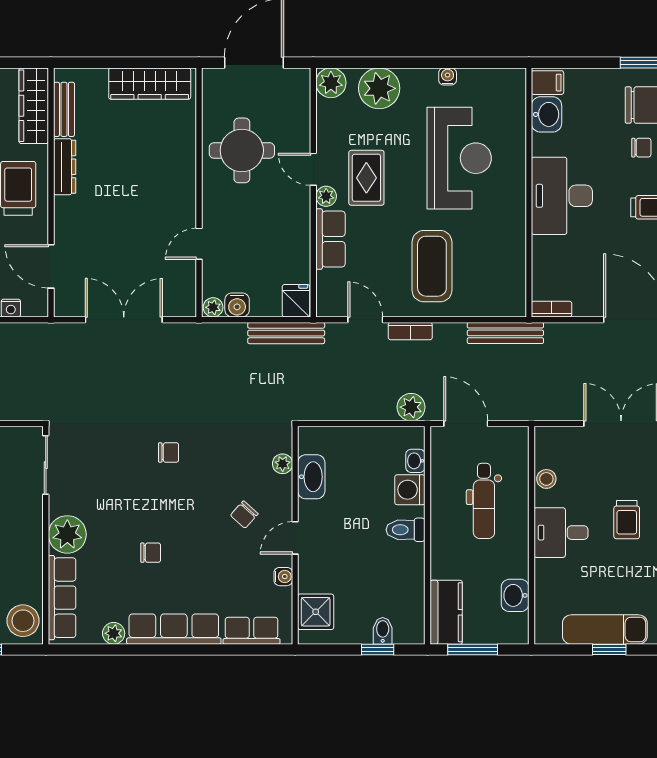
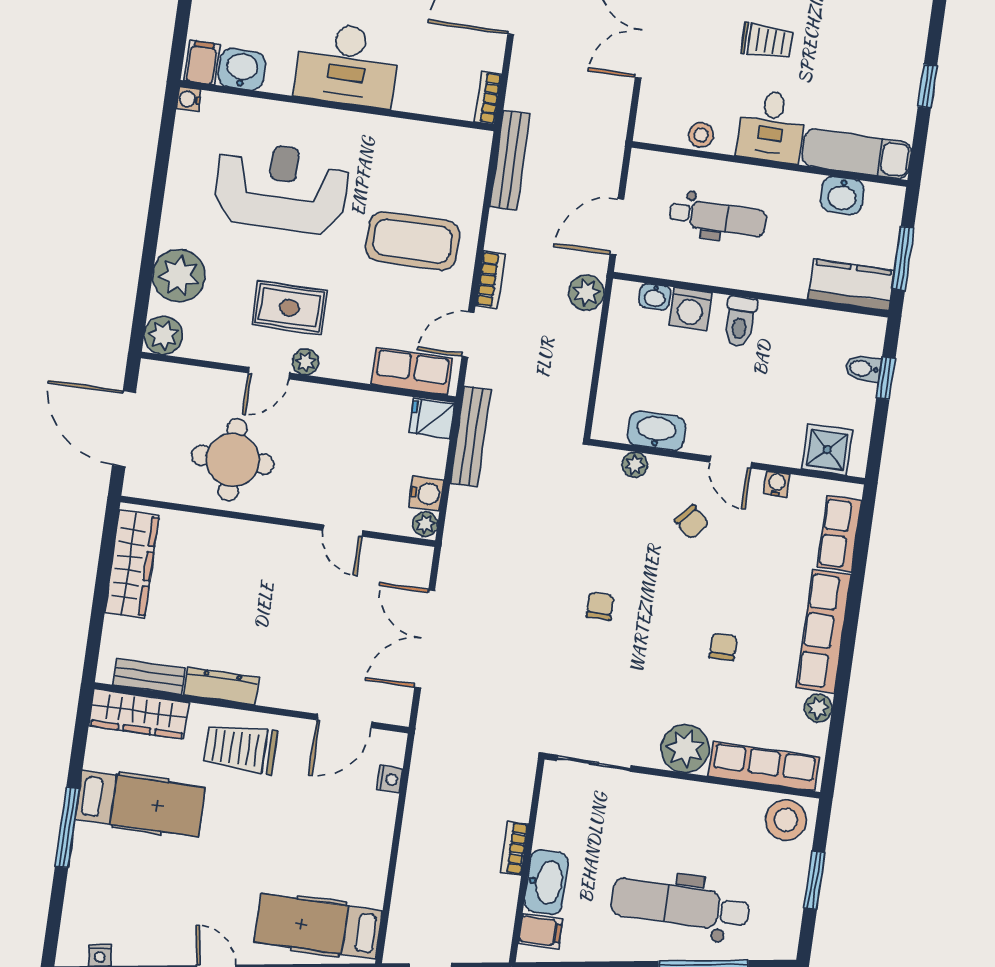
water cooler: (448, 76) -> (189, 99), moved
row of seats: (330, 239) -> (412, 371), moved
exam couch: (605, 629) -> (857, 154), moved, turned 90

